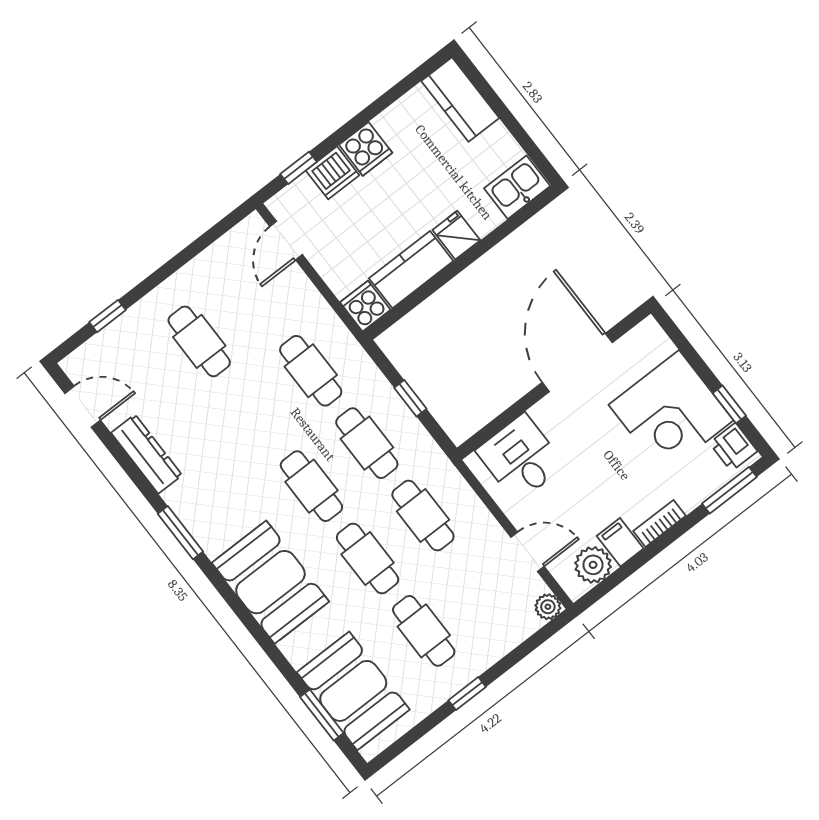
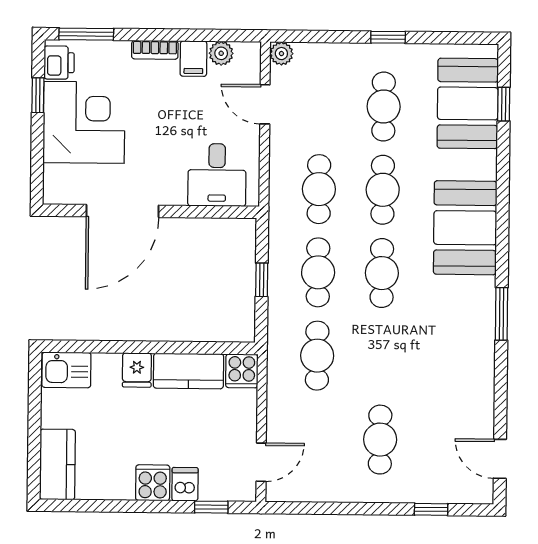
dishwasher: (333, 173) -> (185, 484), width x0.73
dresser: (147, 454) -> (481, 389), removed
plant: (593, 565) -> (221, 53), width x0.73, depth x0.73
window: (322, 715) -> (504, 104), width x0.67

